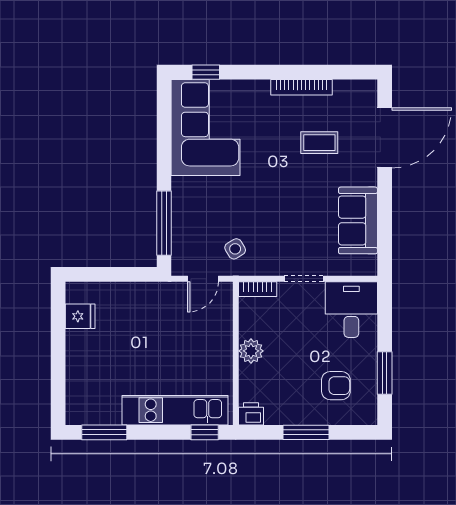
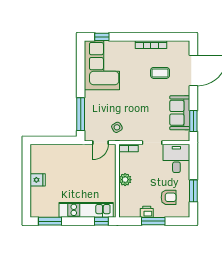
window: (385, 236) -> (193, 121), added
fridge: (80, 316) -> (38, 180), moved
printer: (251, 414) -> (147, 212), moved

